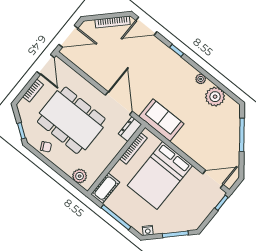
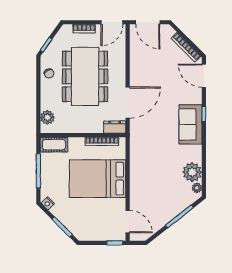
plant: (201, 79) -> (197, 188), moved
sofa: (161, 120) -> (190, 124), moved, turned 180

